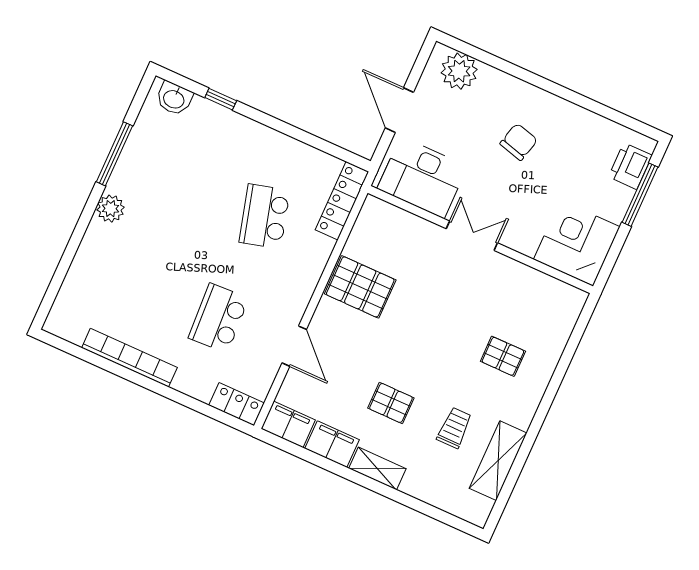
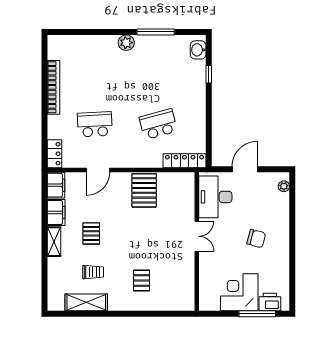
plant: (459, 71) -> (284, 186), width x0.53, depth x0.53
corner desk: (577, 243) -> (239, 292), moved, turned -90

